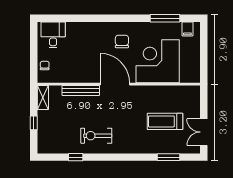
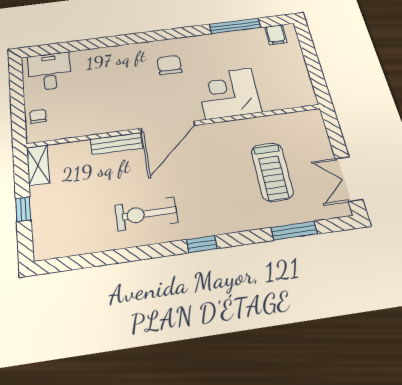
corner desk: (158, 61) -> (229, 93), width x0.74, depth x0.74
door: (115, 84) -> (168, 127), swing flipped
bench: (81, 90) -> (116, 144), width x0.73
treadmill: (165, 121) -> (272, 172), turned -90
window: (76, 157) -> (202, 244), moved

